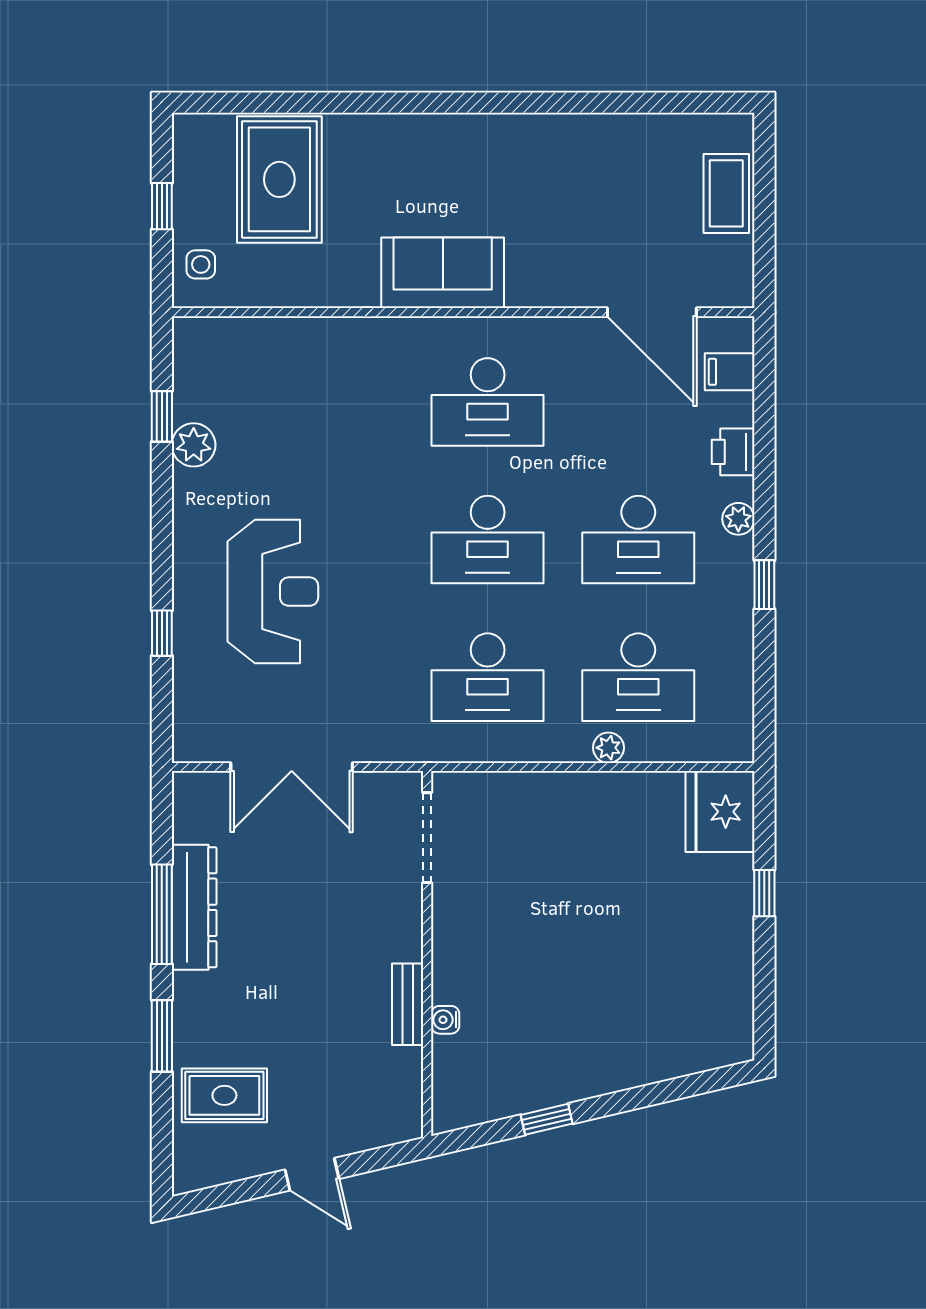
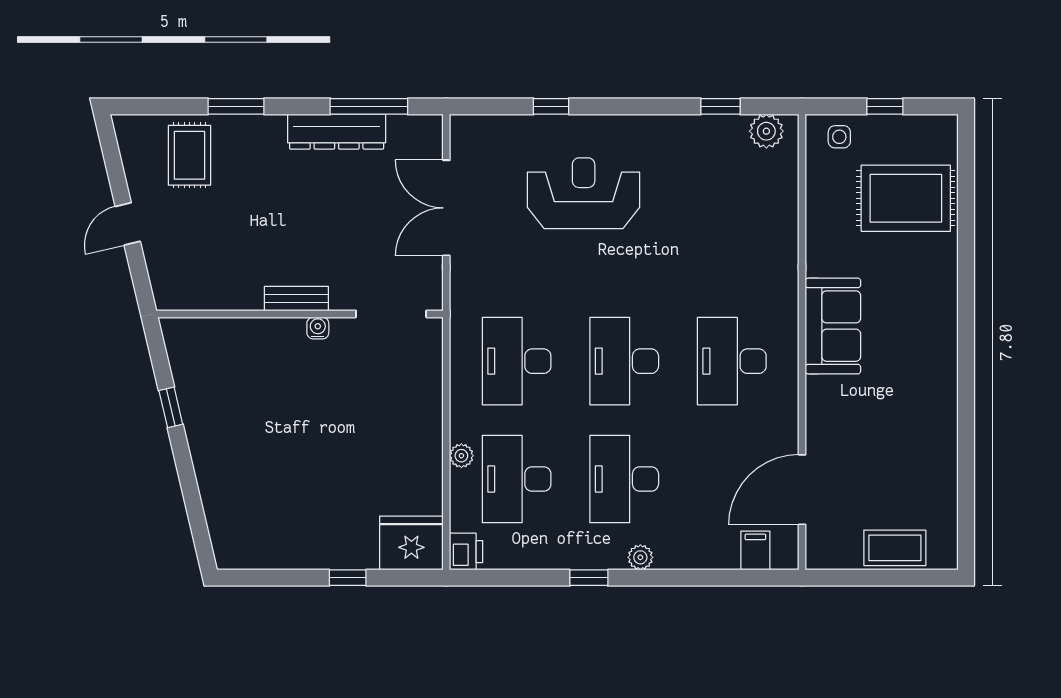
plant: (194, 445) -> (766, 131), moved
printer: (733, 452) -> (466, 552), moved, turned 90
reception desk: (273, 592) -> (584, 193), turned 180
window: (162, 914) -> (369, 106), moved
bench: (408, 1004) -> (296, 299), moved
water cooler: (445, 1020) -> (318, 328), moved

